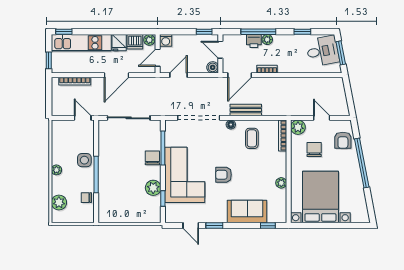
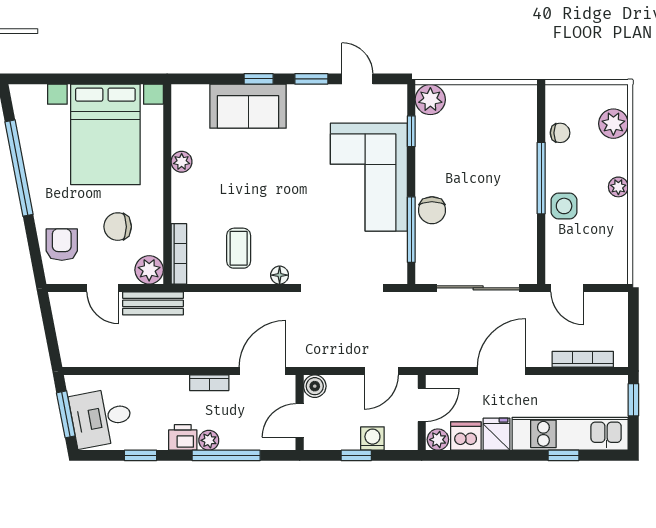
window: (64, 32) -> (563, 455), moved
window: (204, 32) -> (356, 455), moved
washing machine: (166, 40) -> (372, 438), moved
printer: (254, 41) -> (183, 437), moved
door: (220, 50) -> (300, 420), swing flipped
bench: (246, 110) -> (153, 303), moved
chair: (314, 150) -> (118, 227), turned 90
window: (362, 163) -> (19, 168), moved
armchair: (224, 175) -> (294, 178), removed
plant: (153, 188) -> (430, 100), moved
window: (268, 226) -> (259, 79), moved

